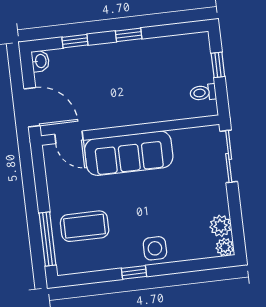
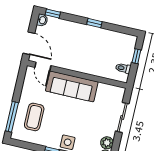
window: (75, 41) -> (53, 13), moved
sliding door: (229, 156) -> (122, 117), moved
coffee table: (85, 226) -> (34, 117), turned 90

